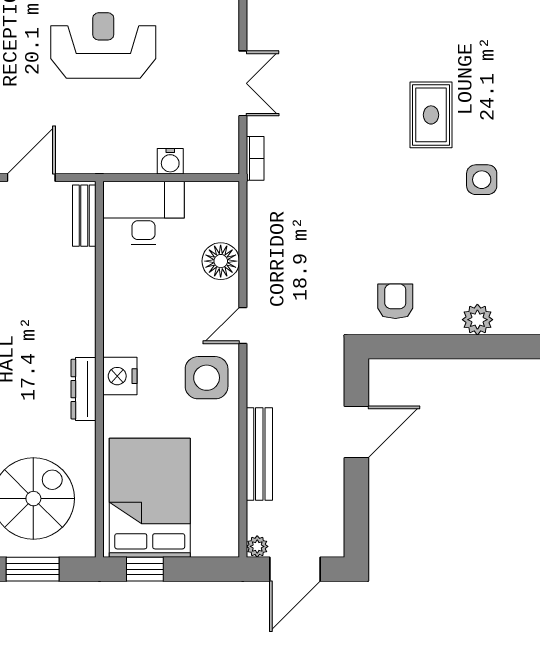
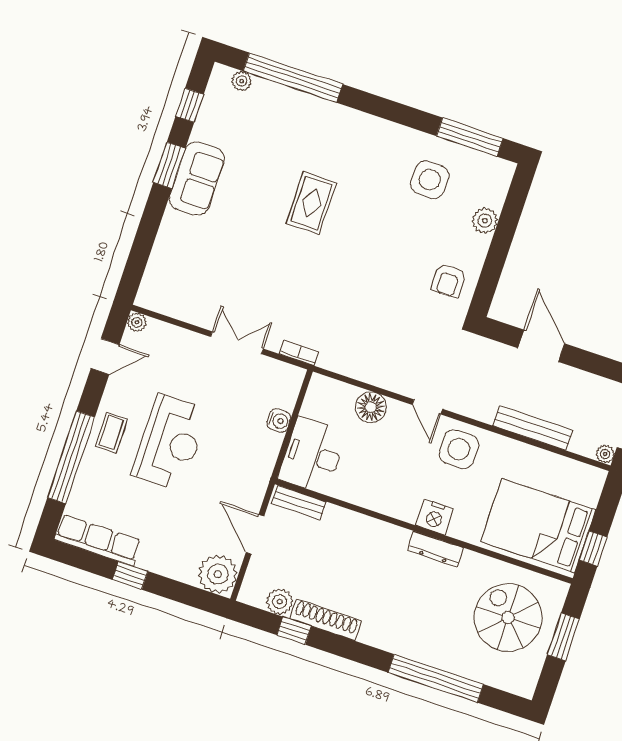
reception desk: (103, 46) -> (170, 443), turned 180
rug: (431, 115) -> (311, 203), turned 90
side table: (482, 180) -> (430, 180), moved, width x1.37, depth x1.37
armchair: (395, 301) -> (449, 280), turned -90

